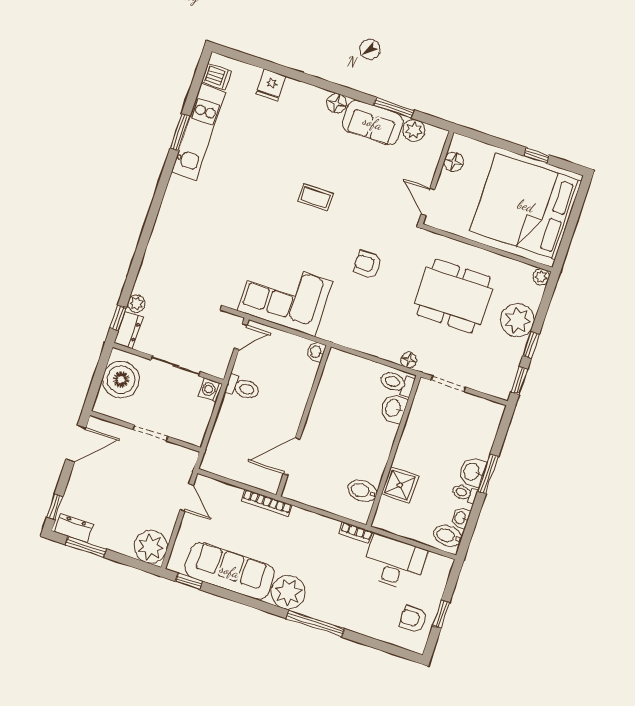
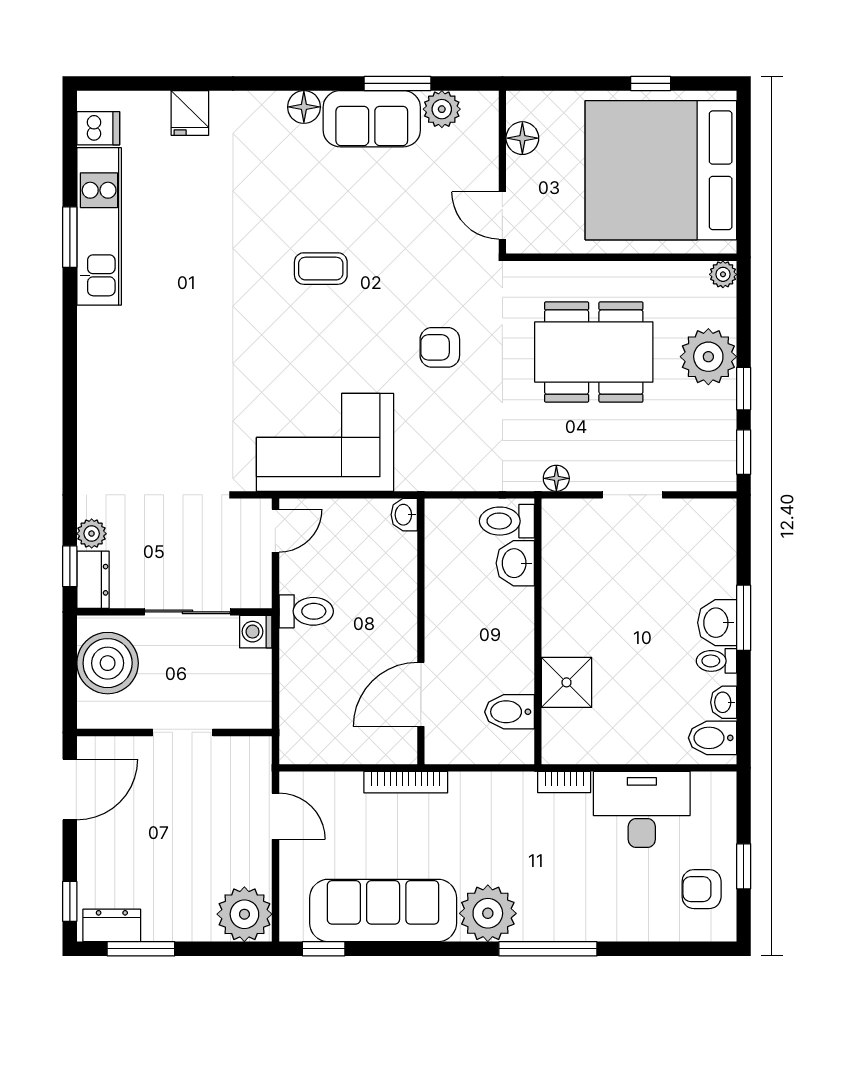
toilet: (397, 383) -> (507, 521), moved
washbasin: (394, 408) -> (515, 563), moved
wall: (393, 451) -> (538, 631), moved
shower: (400, 485) -> (566, 682), moved
bidet: (362, 491) -> (510, 712), moved

